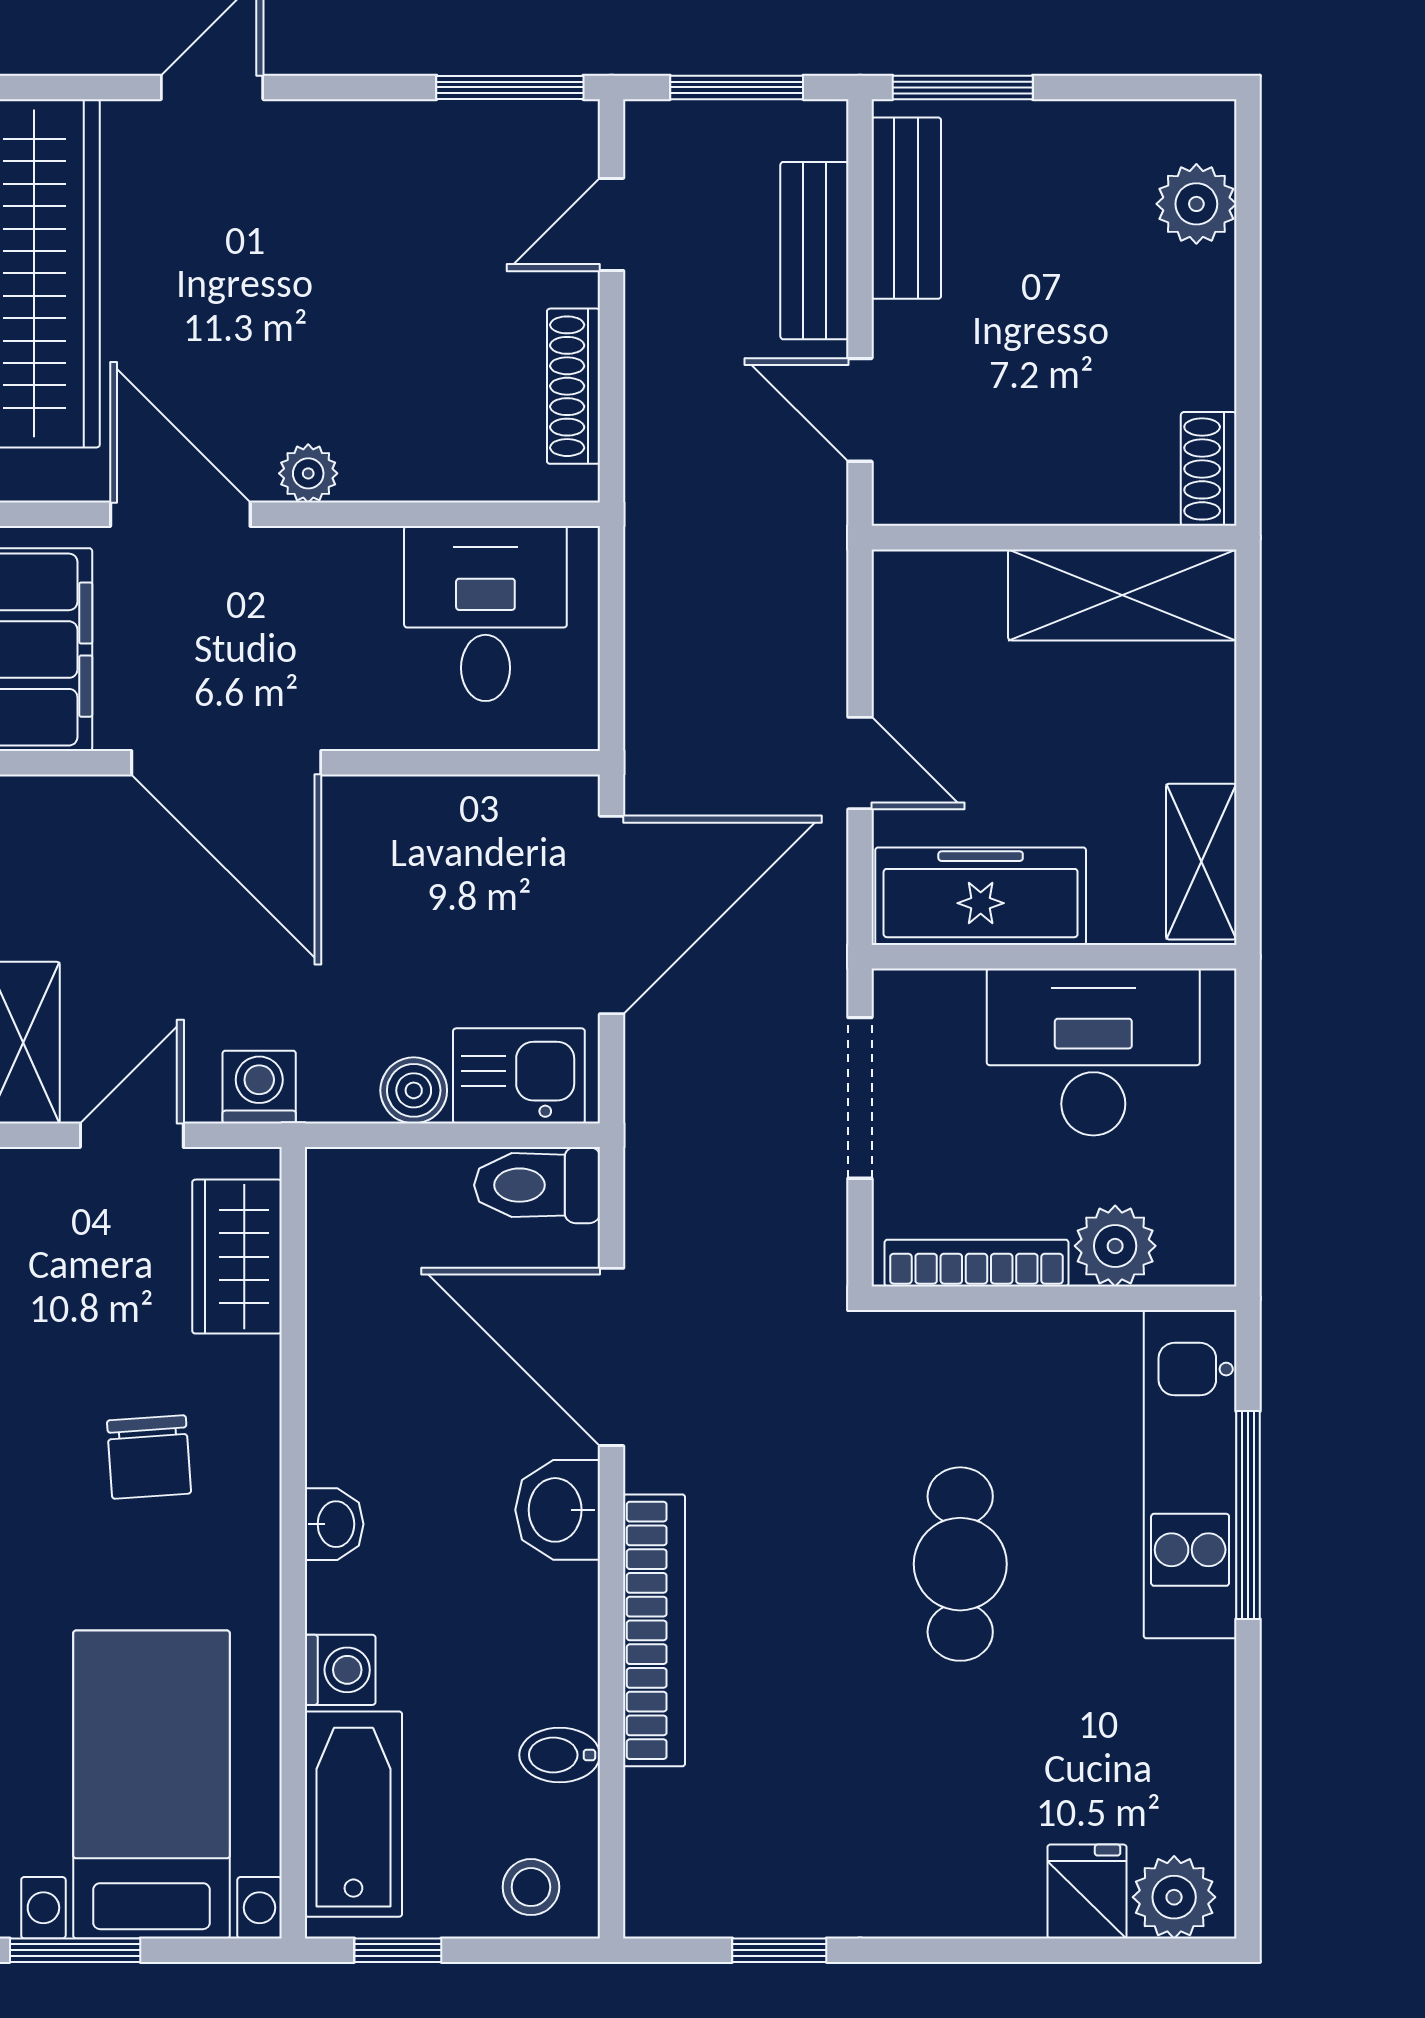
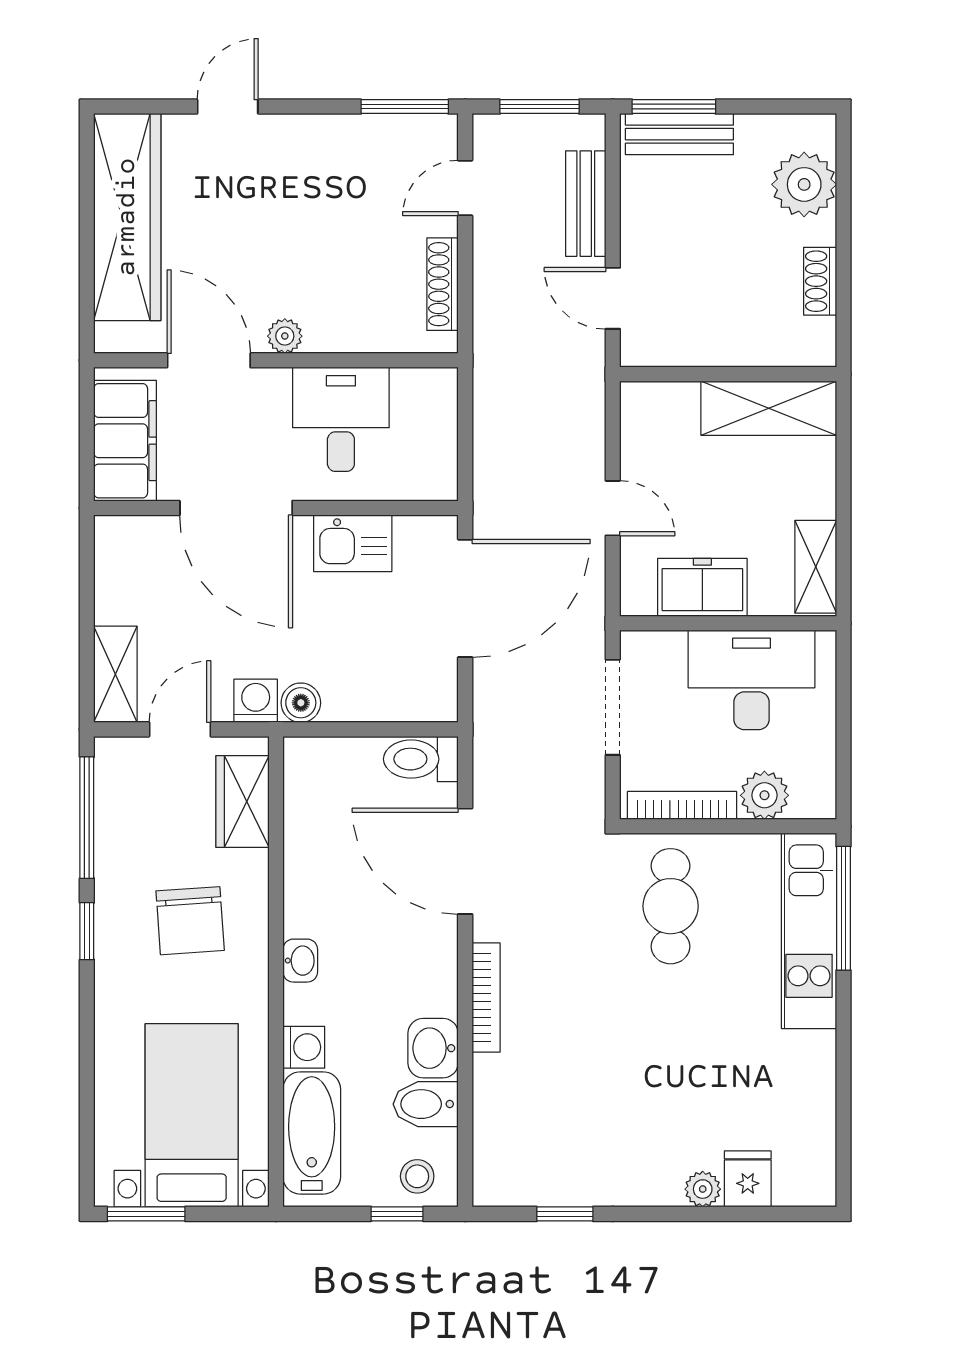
plant: (1196, 204) -> (804, 184), width x1.36, depth x1.36
bench: (906, 208) -> (679, 134), moved, turned 90
shoe rack: (1209, 469) -> (820, 281), moved
desk: (485, 614) -> (341, 419), moved
freezer: (981, 896) -> (702, 587), width x0.71
kitchen sink: (519, 1076) -> (353, 543), moved, turned 180
boiler: (414, 1090) -> (301, 703), moved
chair: (149, 1457) -> (190, 921), width x1.37, depth x1.37
washbasin: (558, 1510) -> (433, 1048), moved
window: (1248, 1515) -> (843, 908), moved
cafe table: (960, 1564) -> (671, 906), moved
bookcase: (654, 1630) -> (486, 998), width x0.68, depth x0.76
bidet: (560, 1755) -> (426, 1104), width x1.38, depth x1.36
plant: (1174, 1897) -> (703, 1189), moved, width x0.73, depth x0.73
window: (398, 1950) -> (397, 1214), moved

